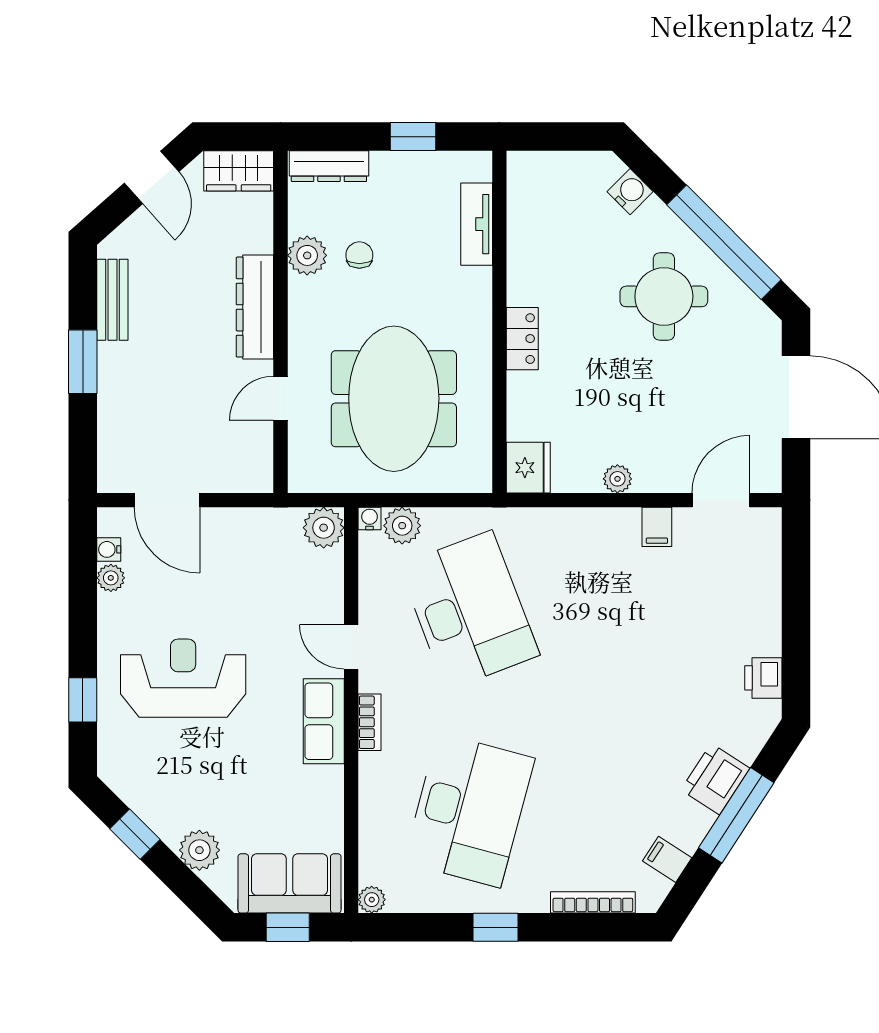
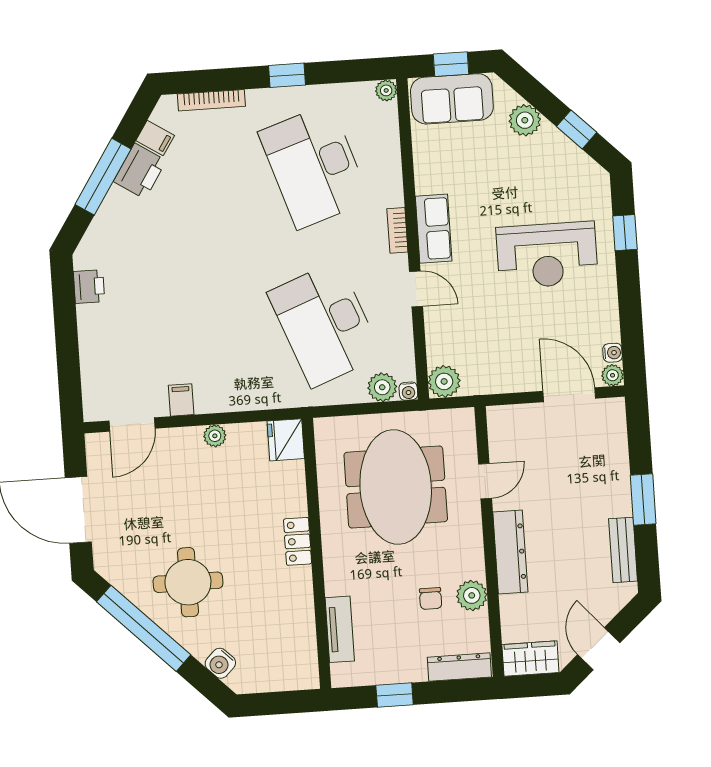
plant: (111, 578) -> (613, 375), moved
printer: (715, 779) -> (140, 171), moved
desk: (469, 810) -> (314, 166), turned -33

